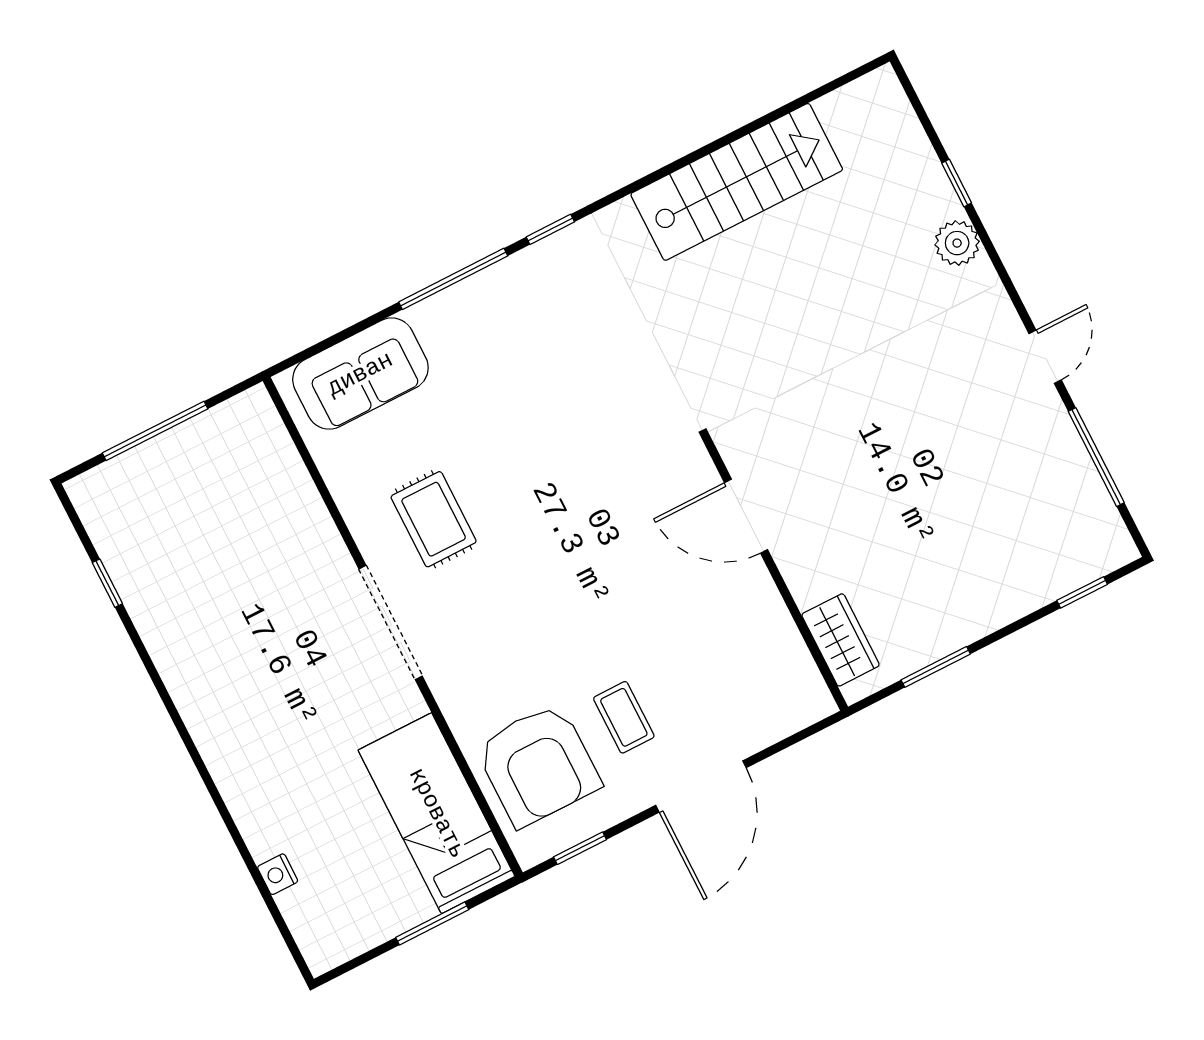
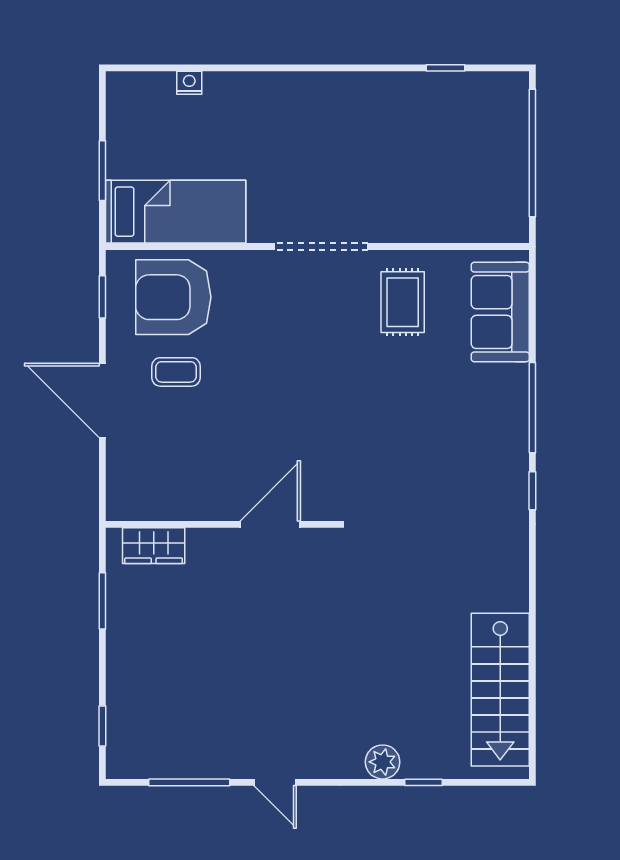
stairs: (737, 182) -> (500, 690), moved
window: (155, 431) -> (532, 153), width x1.46
rug: (434, 519) -> (403, 302), moved, turned 90

